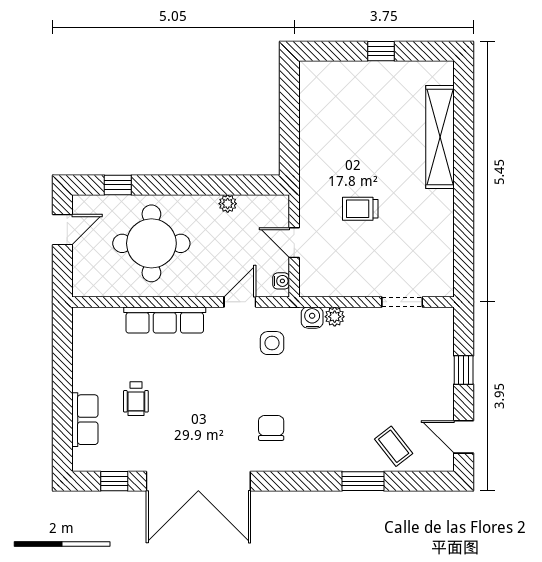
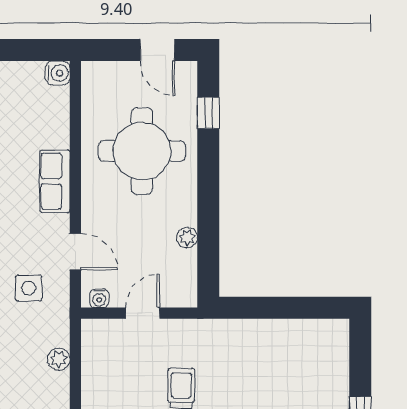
water cooler: (312, 318) -> (58, 73), moved
row of seats: (165, 320) -> (55, 181), width x0.68

